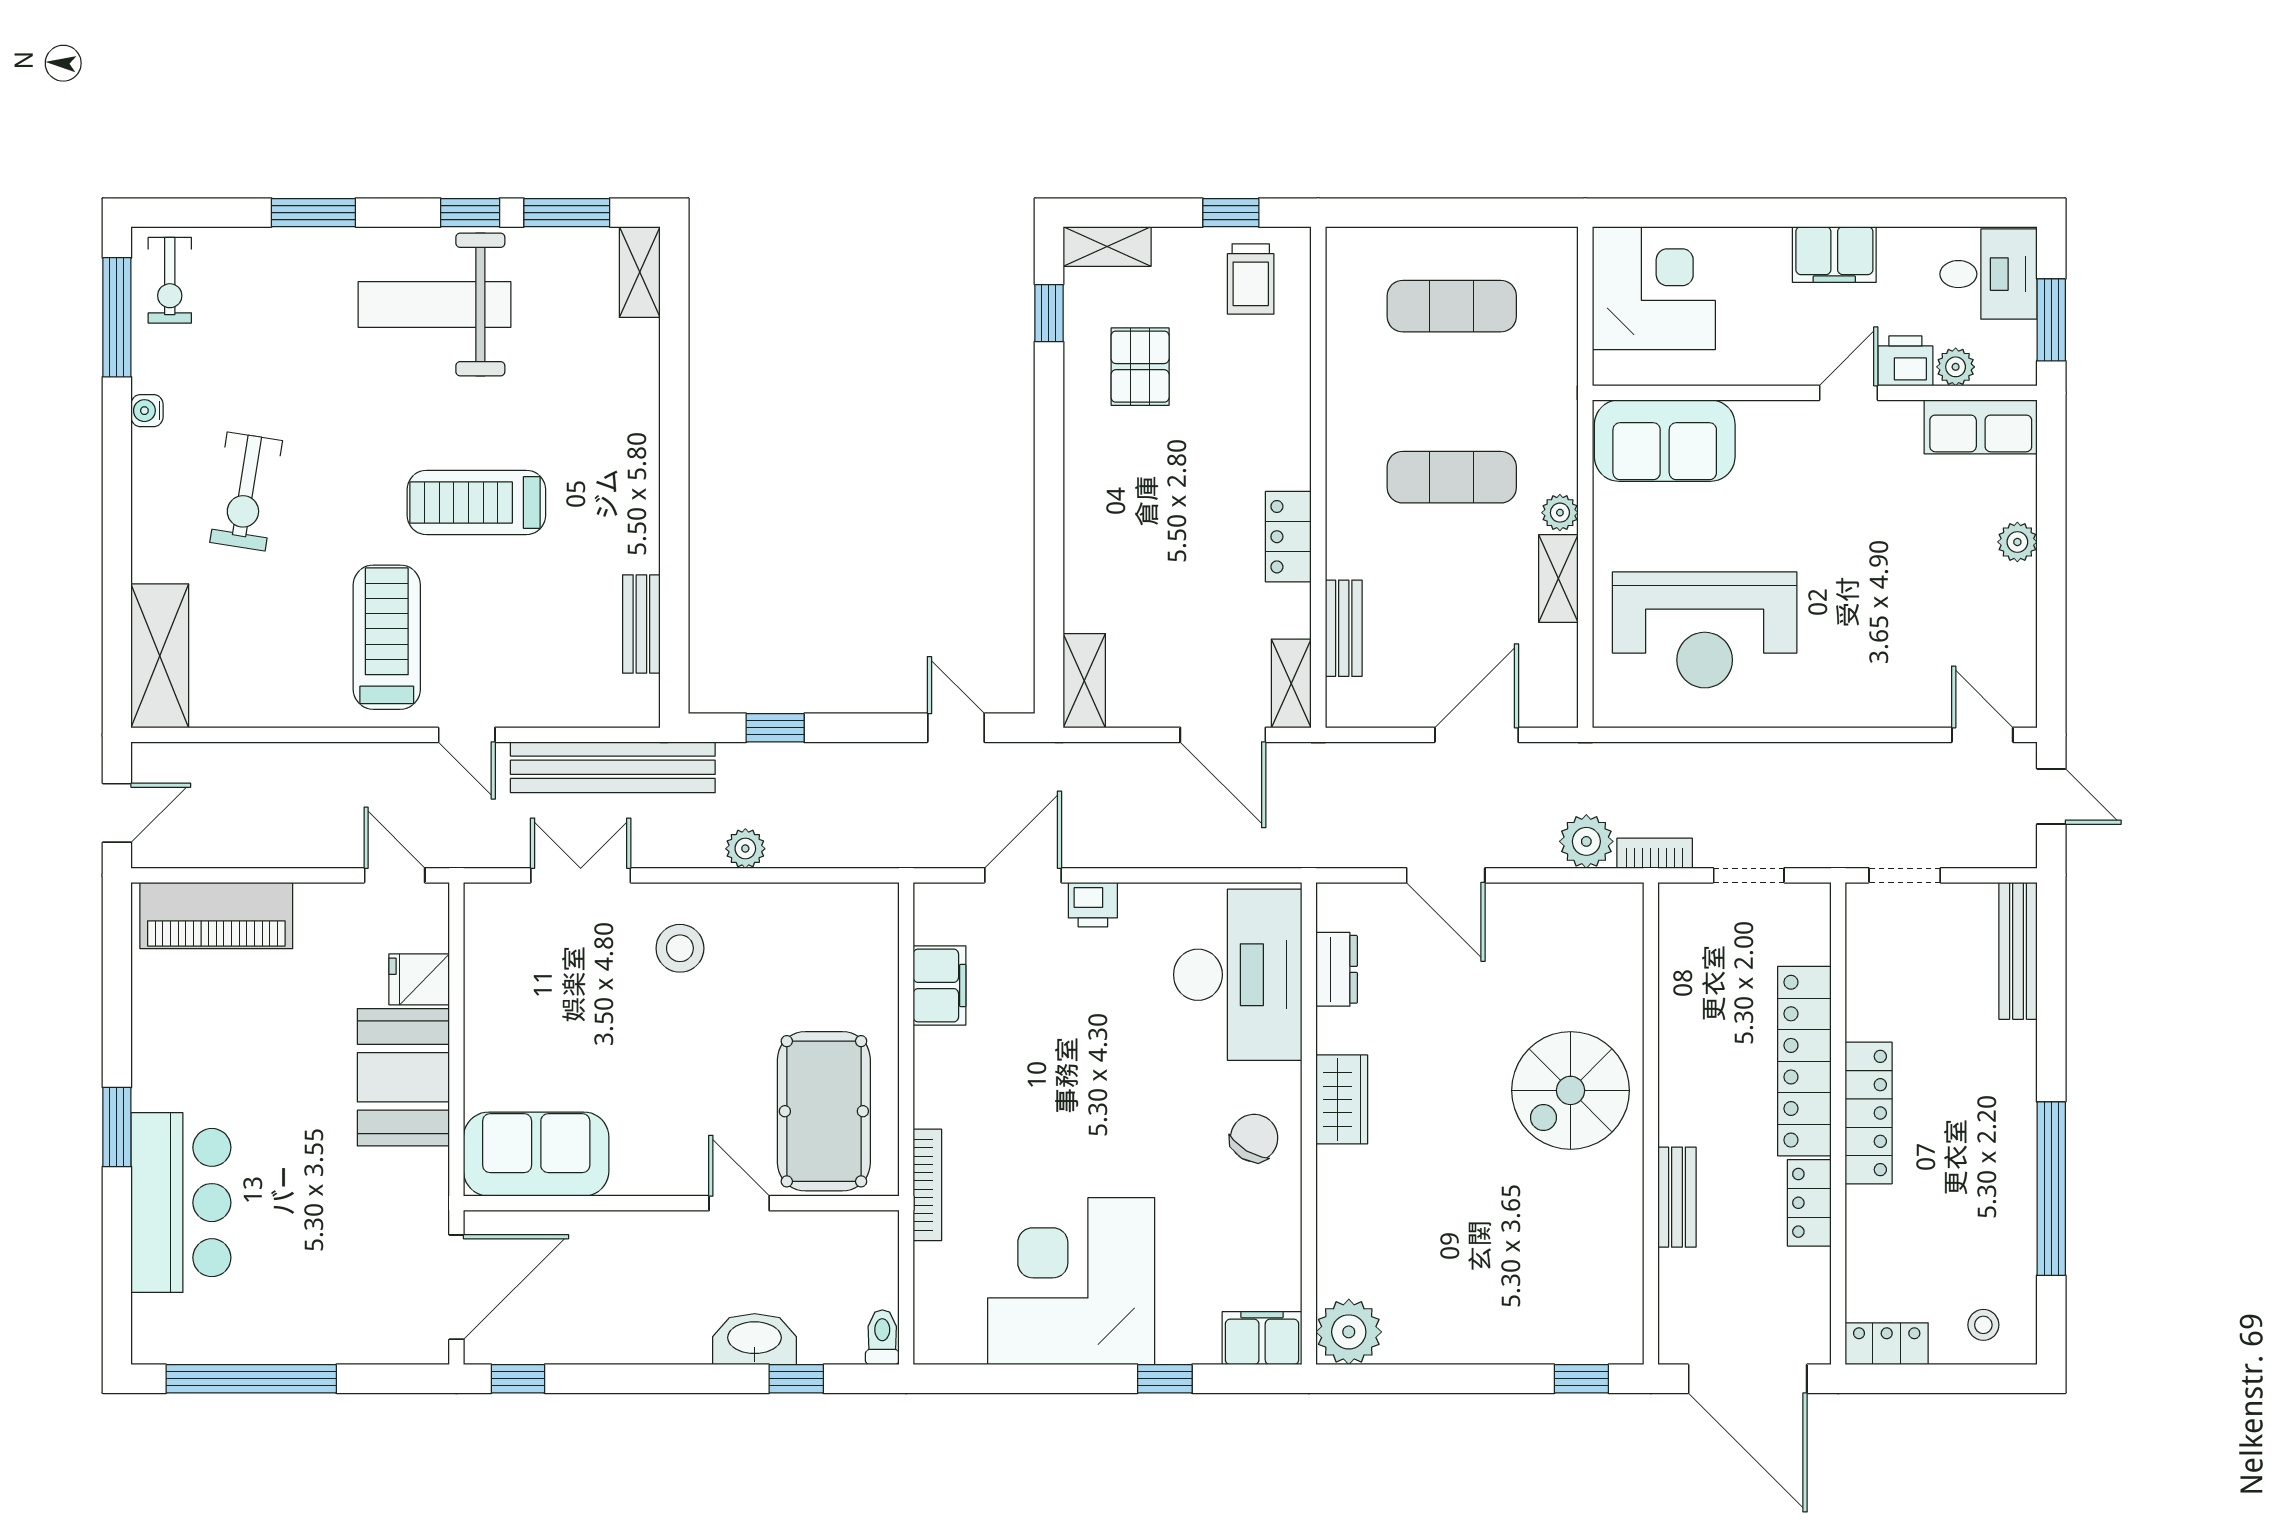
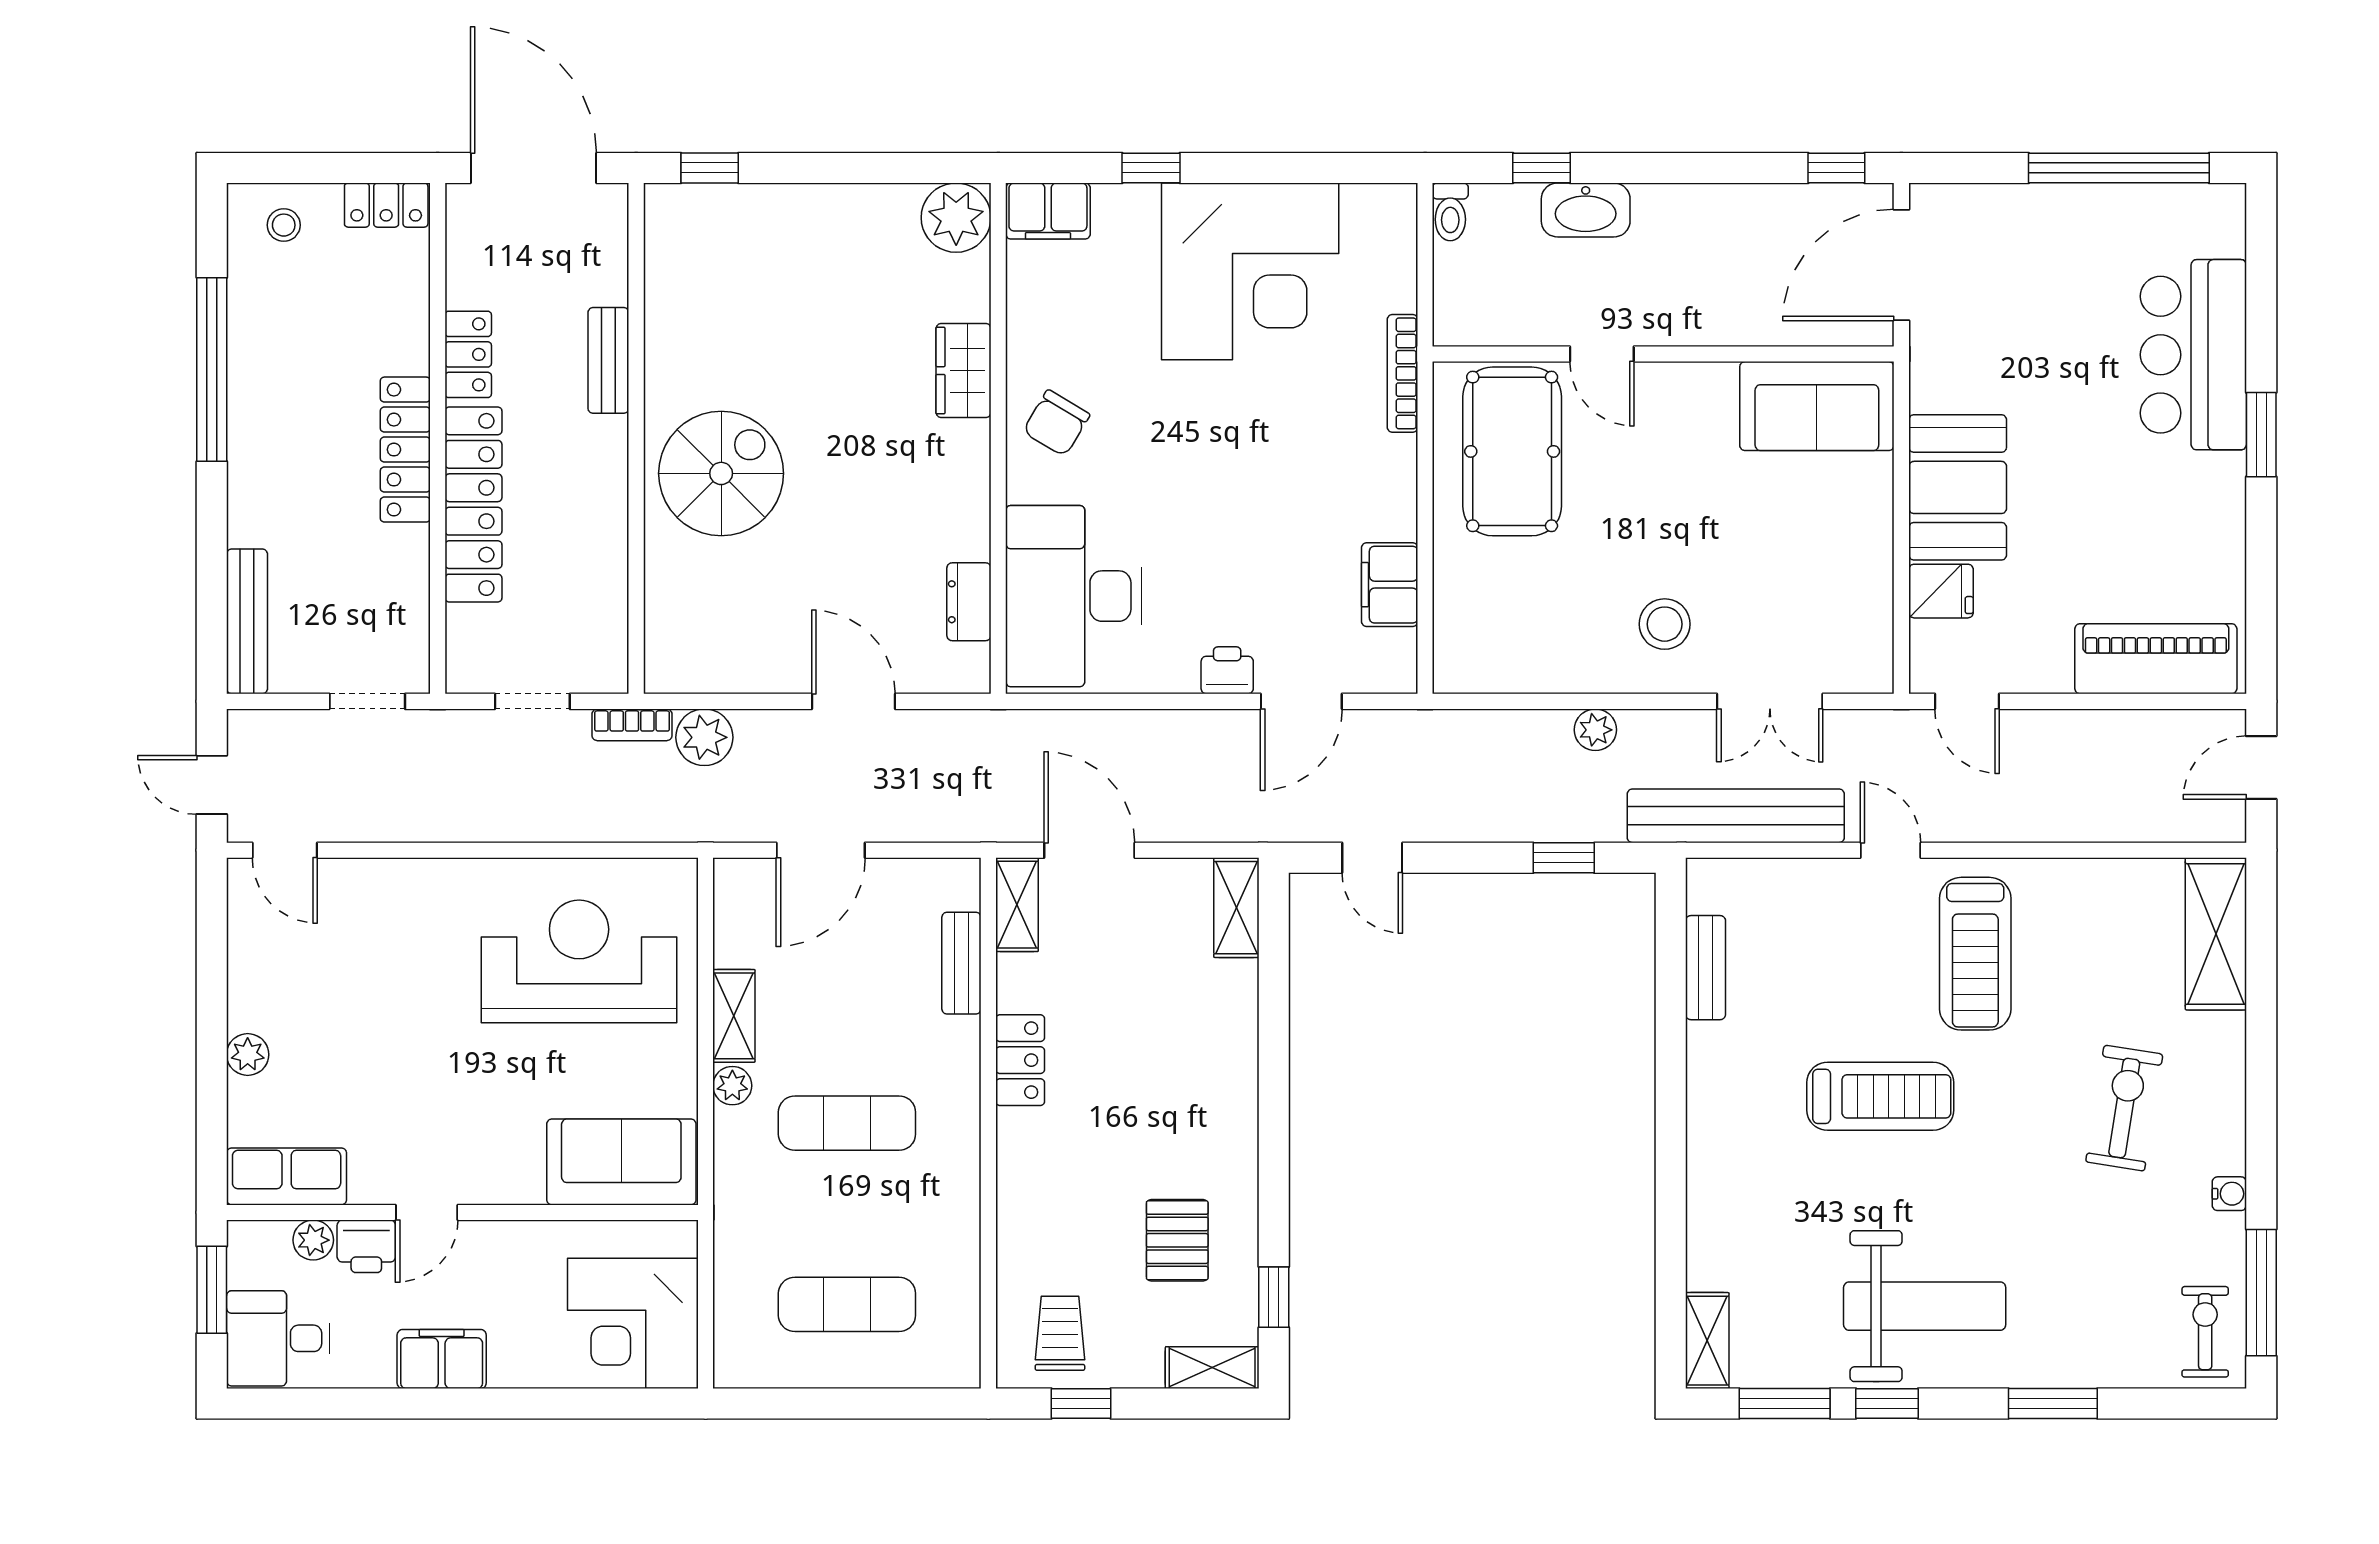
wardrobe: (1342, 1099) -> (964, 371), moved

